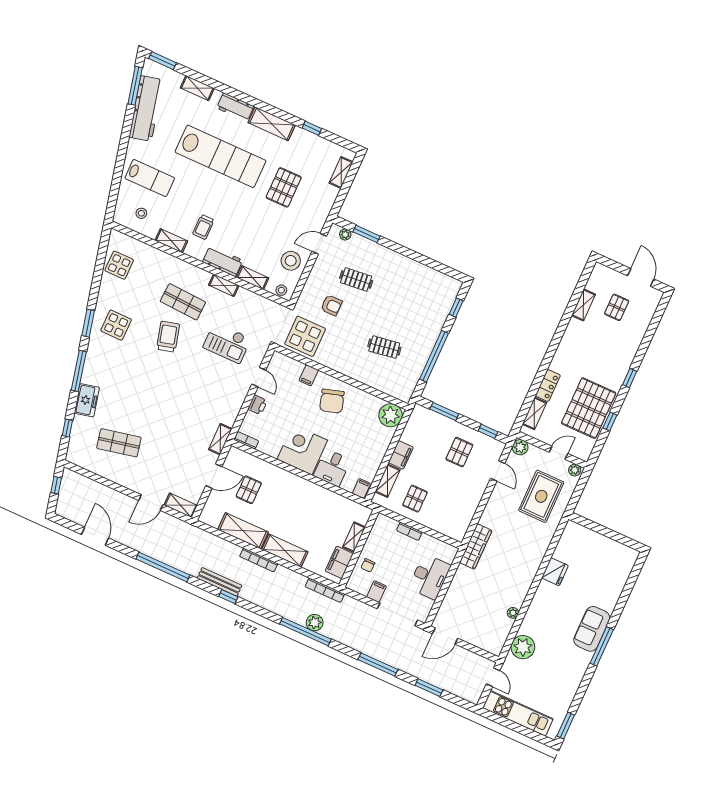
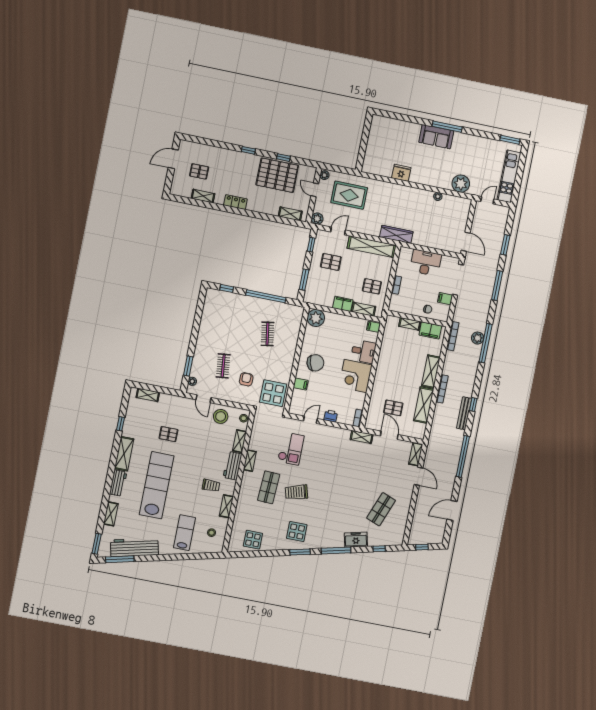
pallet: (284, 187) -> (168, 434), width x0.67, depth x0.71
locker: (548, 385) -> (235, 202), moved
shop shelf: (119, 443) -> (381, 509), turned 33
shelving: (467, 510) -> (372, 247), added

